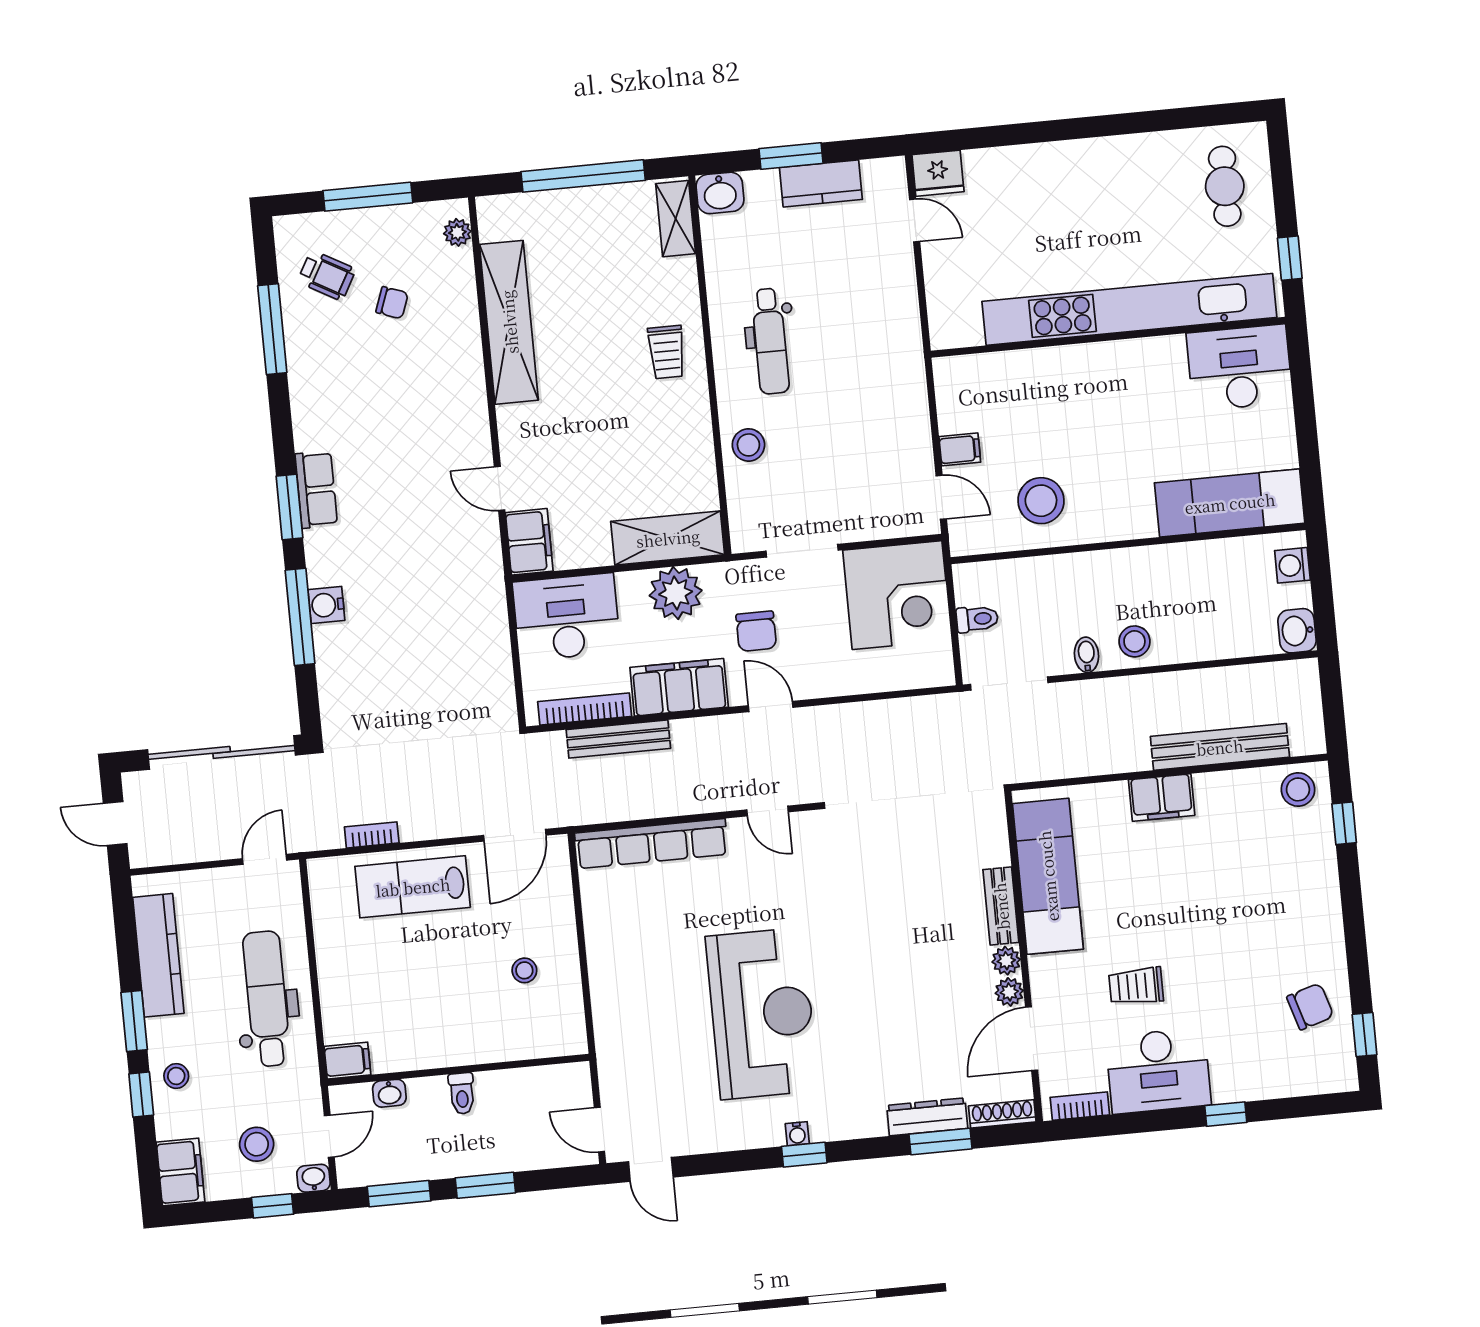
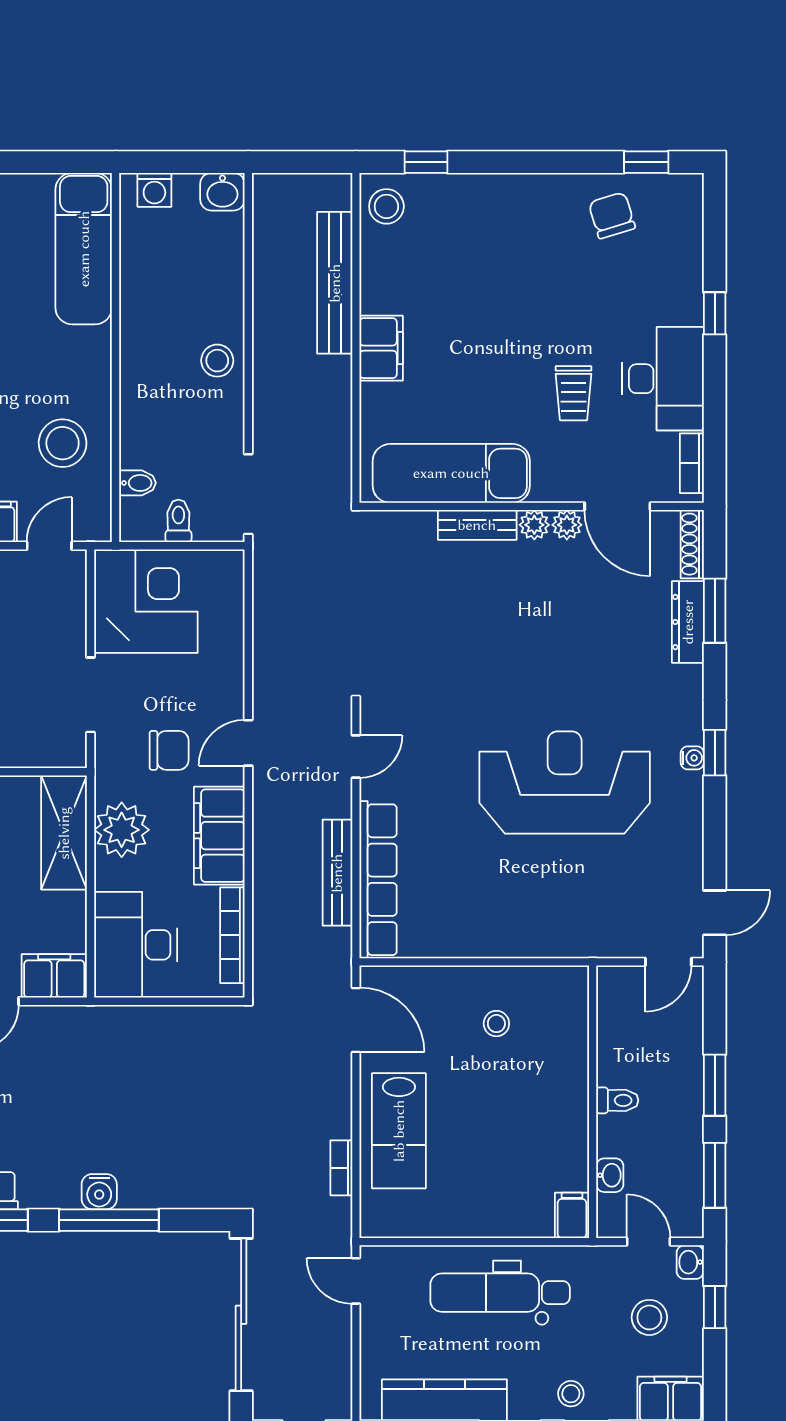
bidet: (1087, 655) -> (138, 483), moved, turned 180
bench: (618, 739) -> (337, 873), moved

